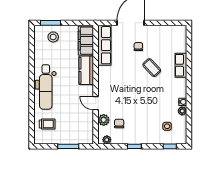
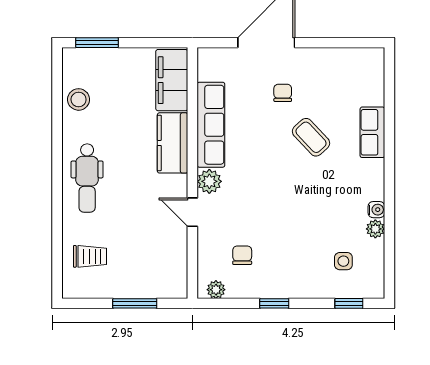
stool: (53, 37) -> (79, 99), moved
row of seats: (104, 45) -> (211, 125), moved
dental chair: (46, 87) -> (87, 178), width x0.73, depth x0.72
plant: (104, 120) -> (209, 181), moved

